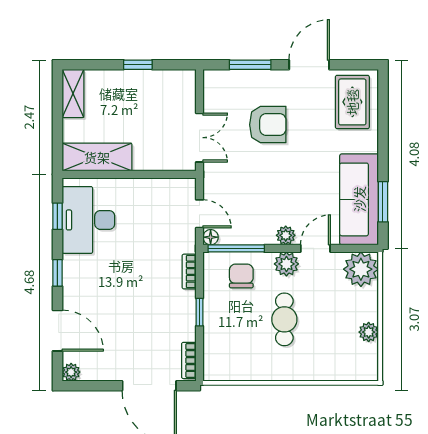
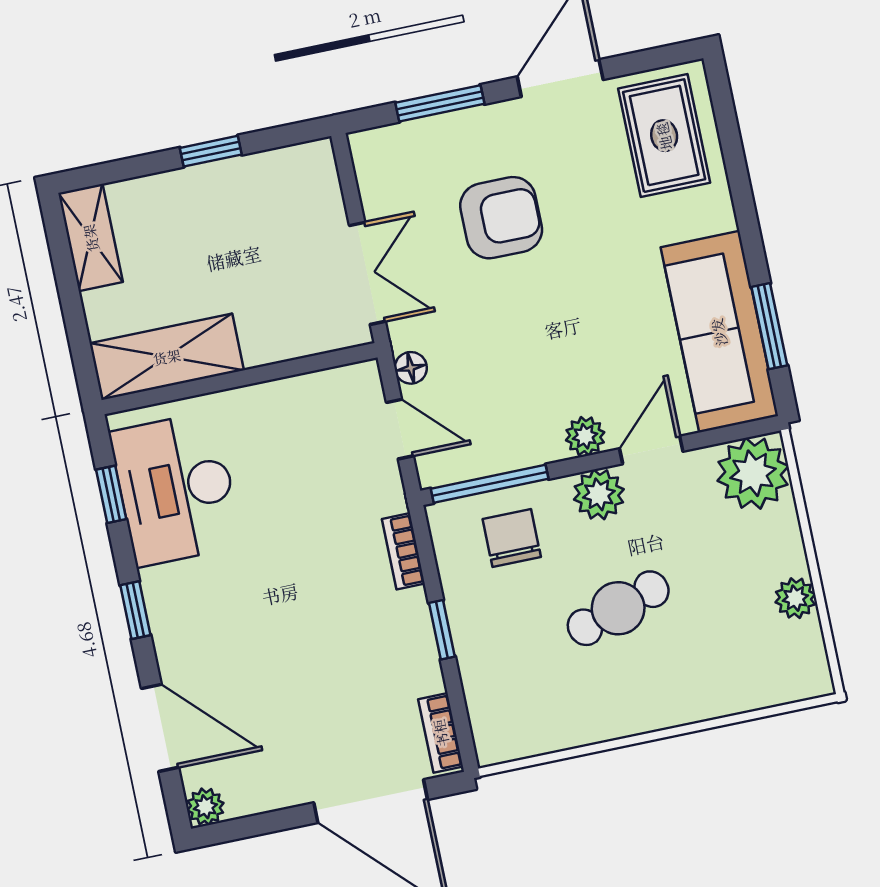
floor lamp: (211, 237) -> (411, 368), moved
cafe table: (284, 319) -> (618, 608), turned 72

